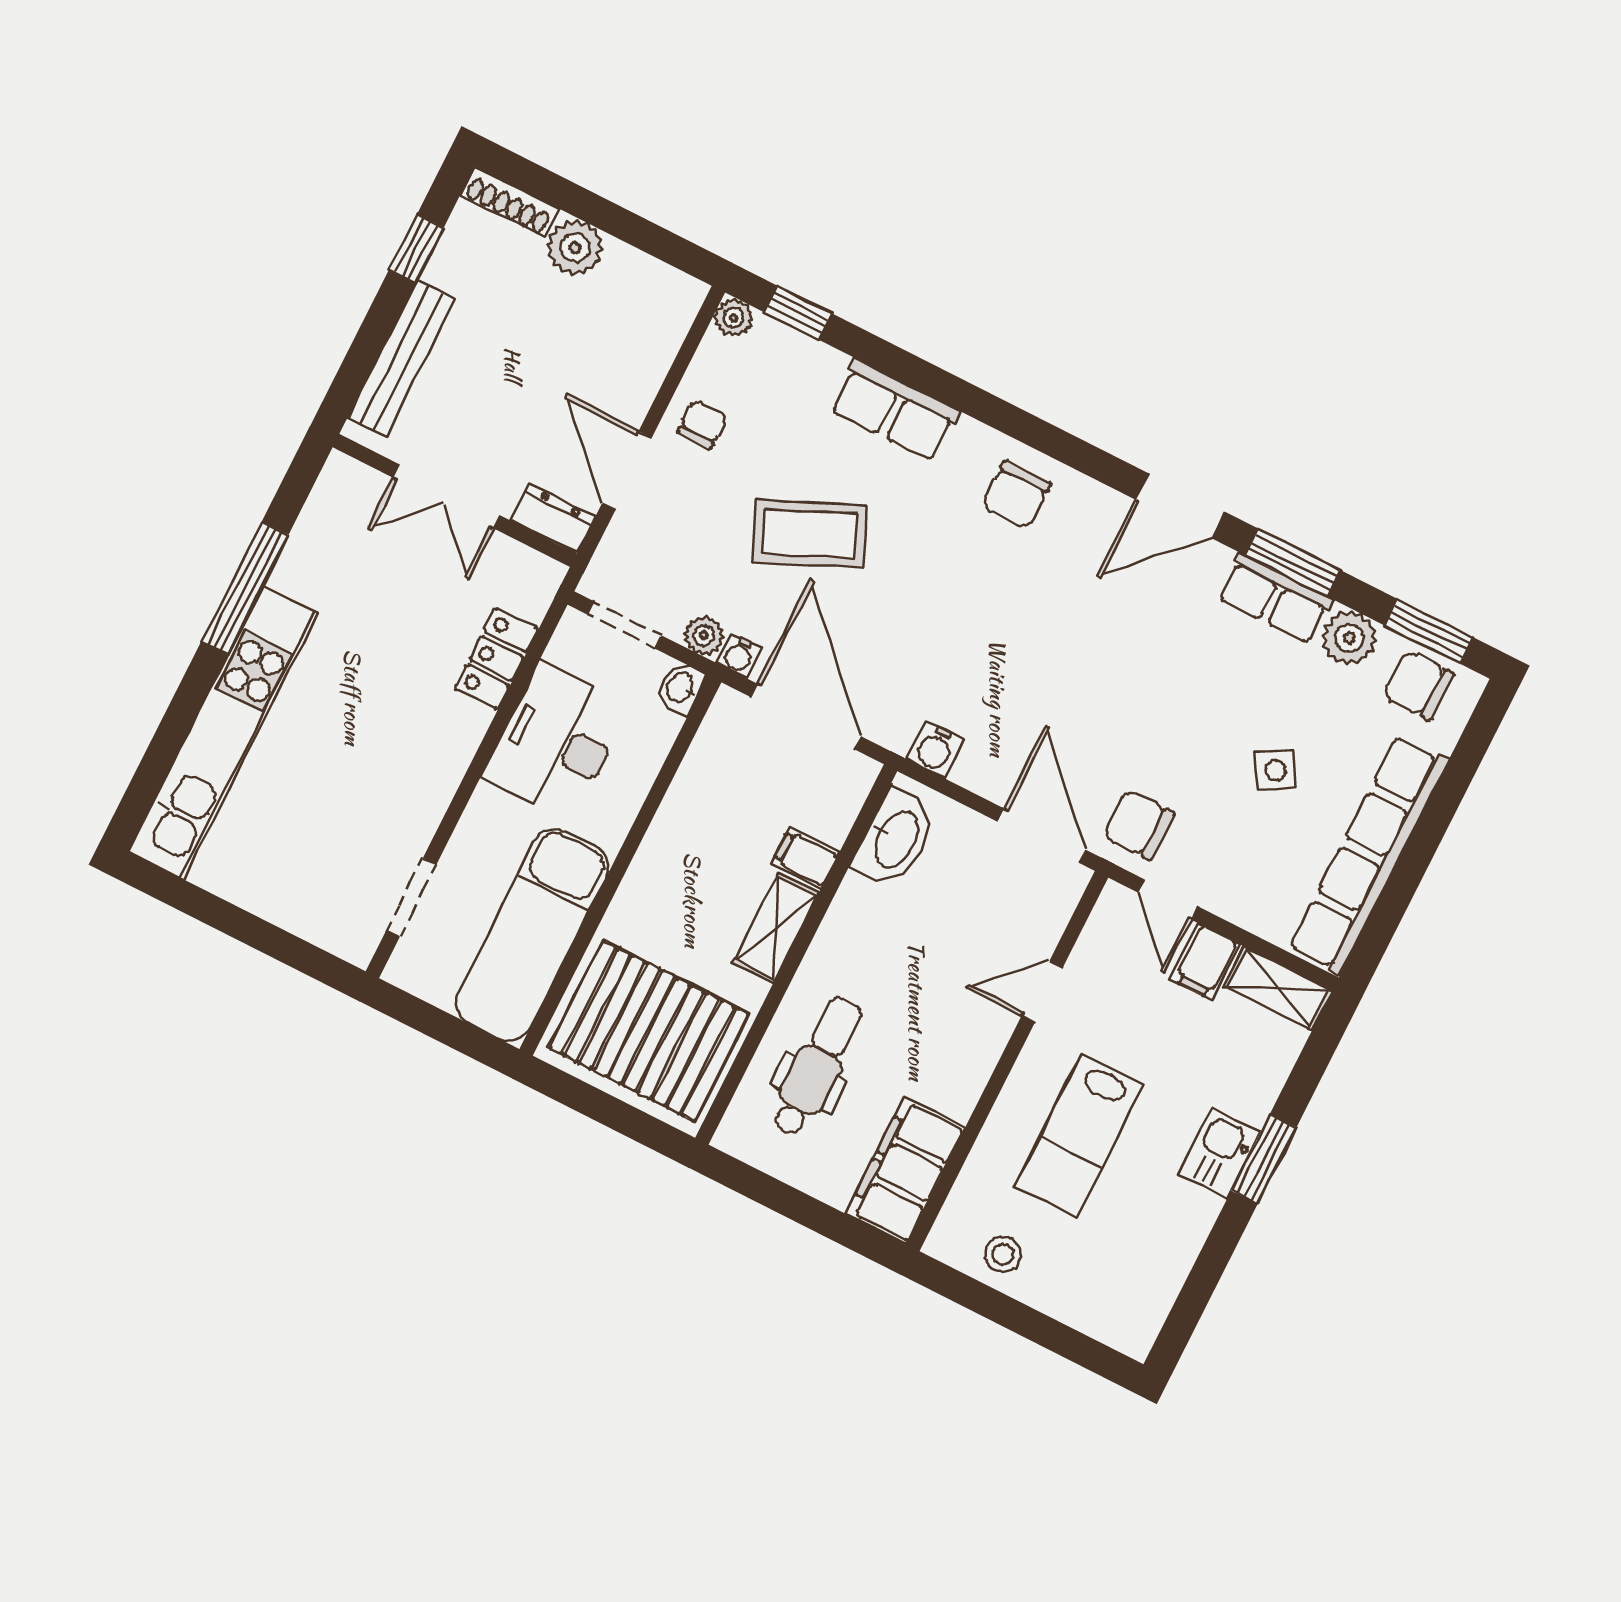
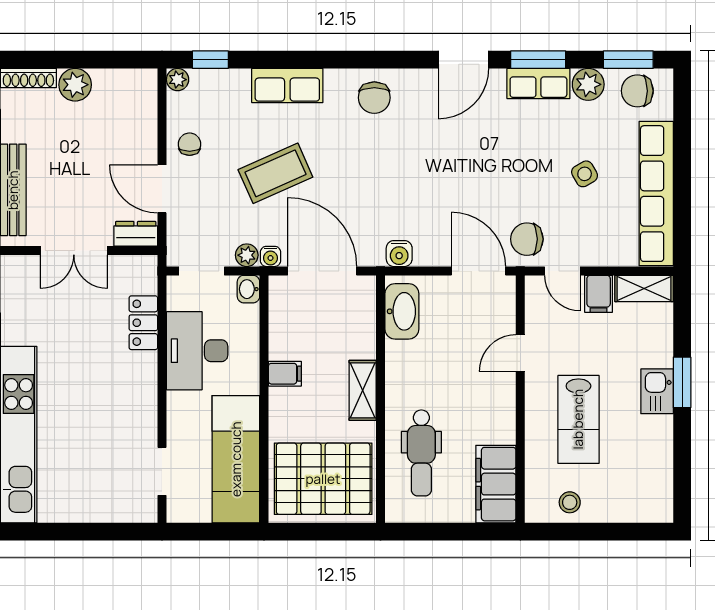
filing cabinet: (805, 858) -> (285, 374), moved, turned 180
dental chair: (817, 1067) -> (421, 453), turned 180

